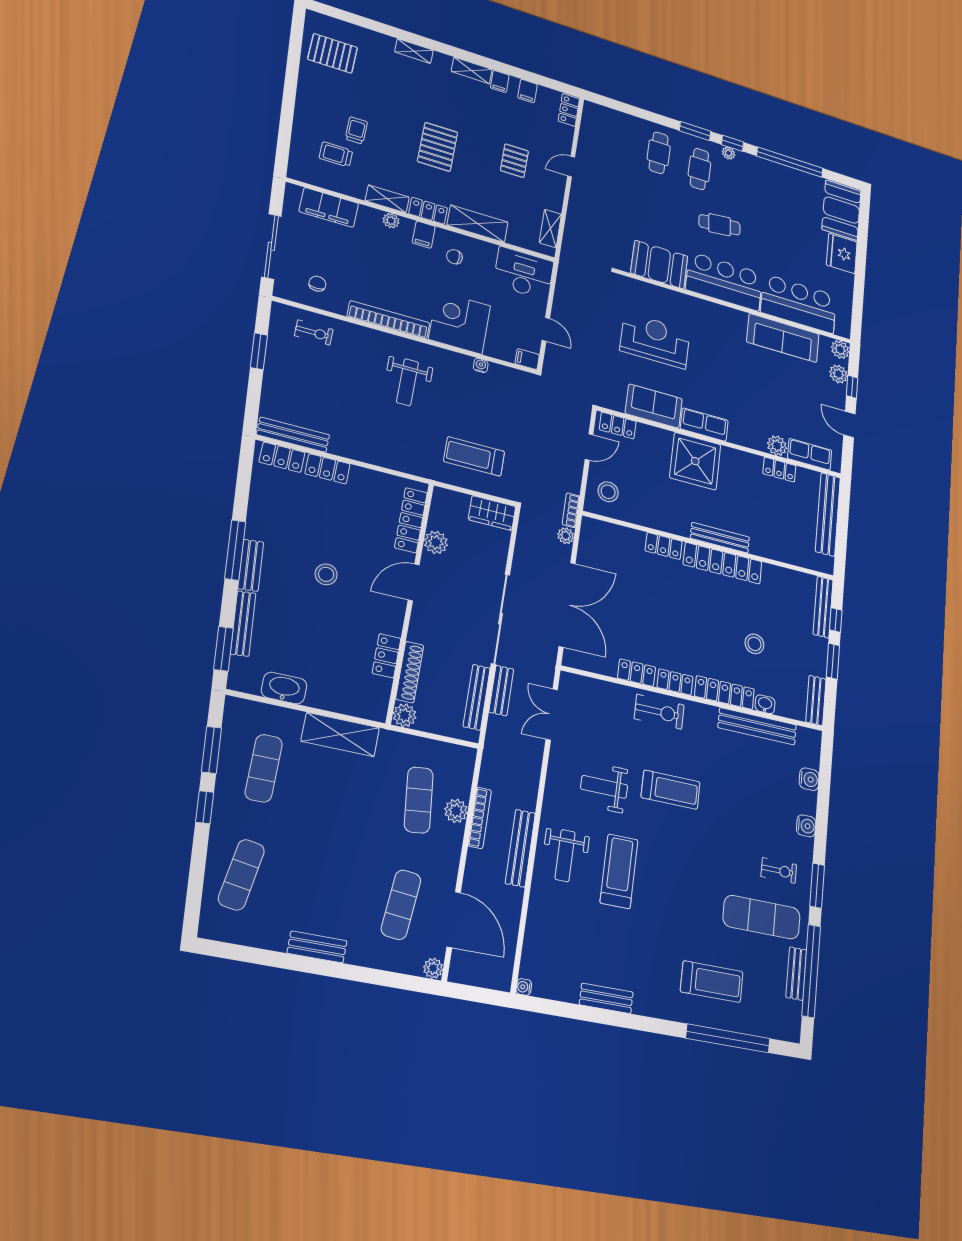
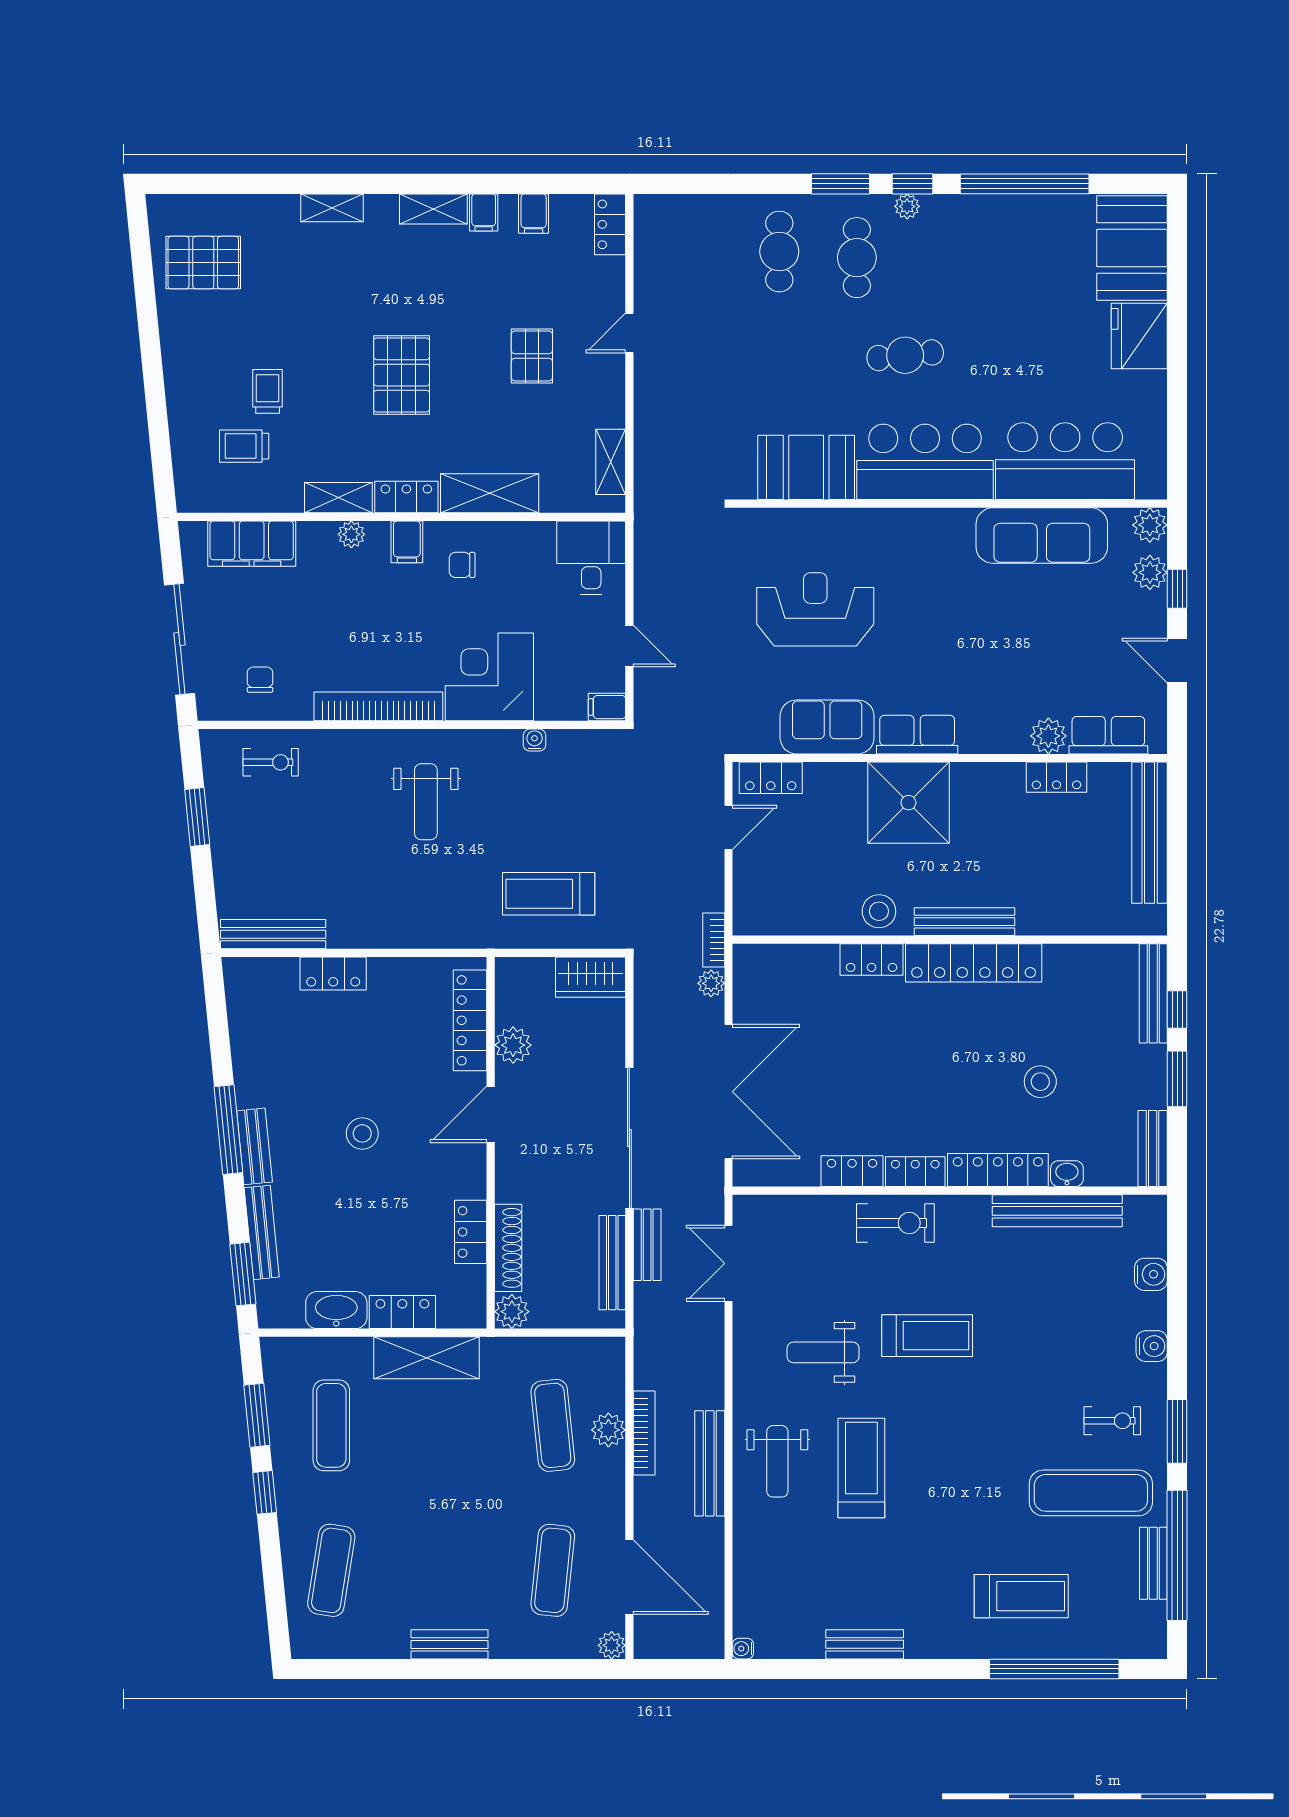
desk: (524, 273) -> (591, 558), width x0.73
locker: (282, 457) -> (402, 1312), moved, turned 180
stool: (608, 492) -> (879, 911), moved

